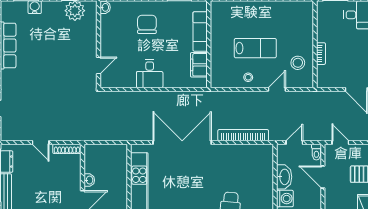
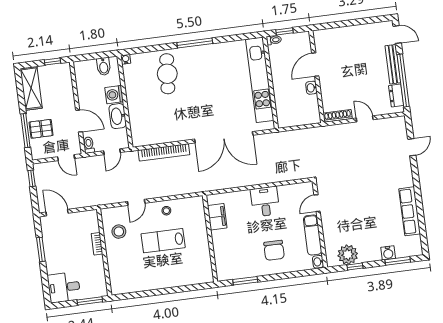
exam couch: (200, 32) -> (313, 235), moved, turned 180

